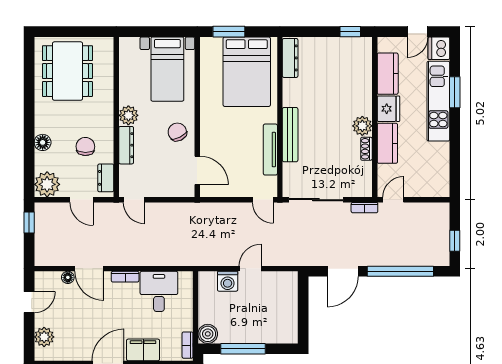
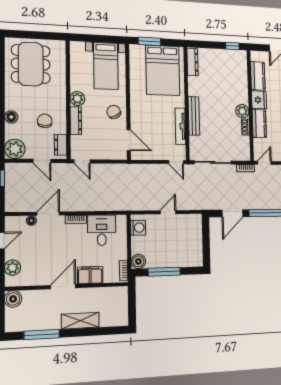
door: (89, 269) -> (48, 214), swing flipped
washing machine: (228, 281) -> (138, 228), moved, turned -90

